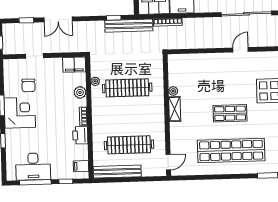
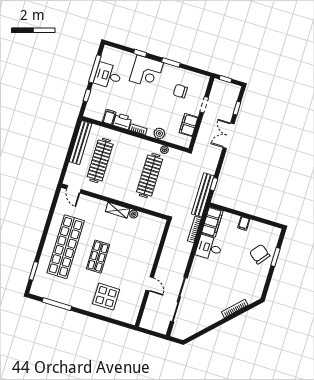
filing cabinet: (74, 65) -> (189, 125), moved
corner desk: (20, 113) -> (146, 72), moved
filing cabinet: (81, 166) -> (109, 117), moved
desk: (33, 167) -> (108, 76), width x0.73

